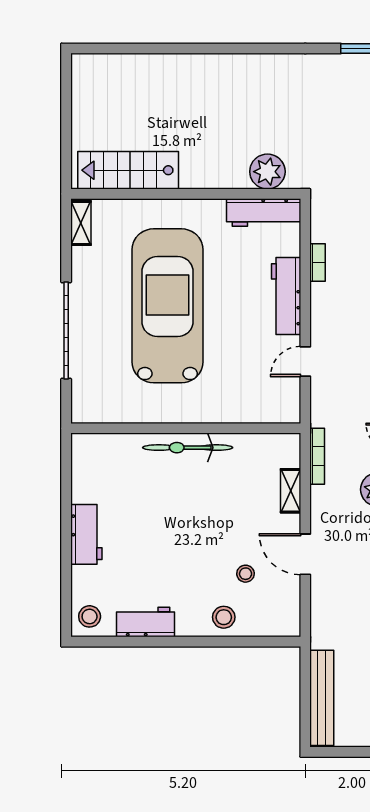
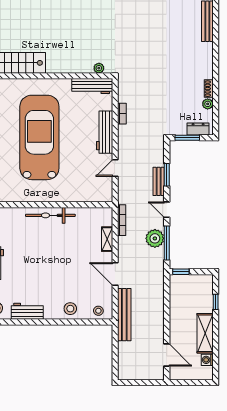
plant: (267, 172) -> (99, 68), width x0.53, depth x0.53
stool: (246, 574) -> (98, 311), moved
bench: (322, 698) -> (124, 315), moved

